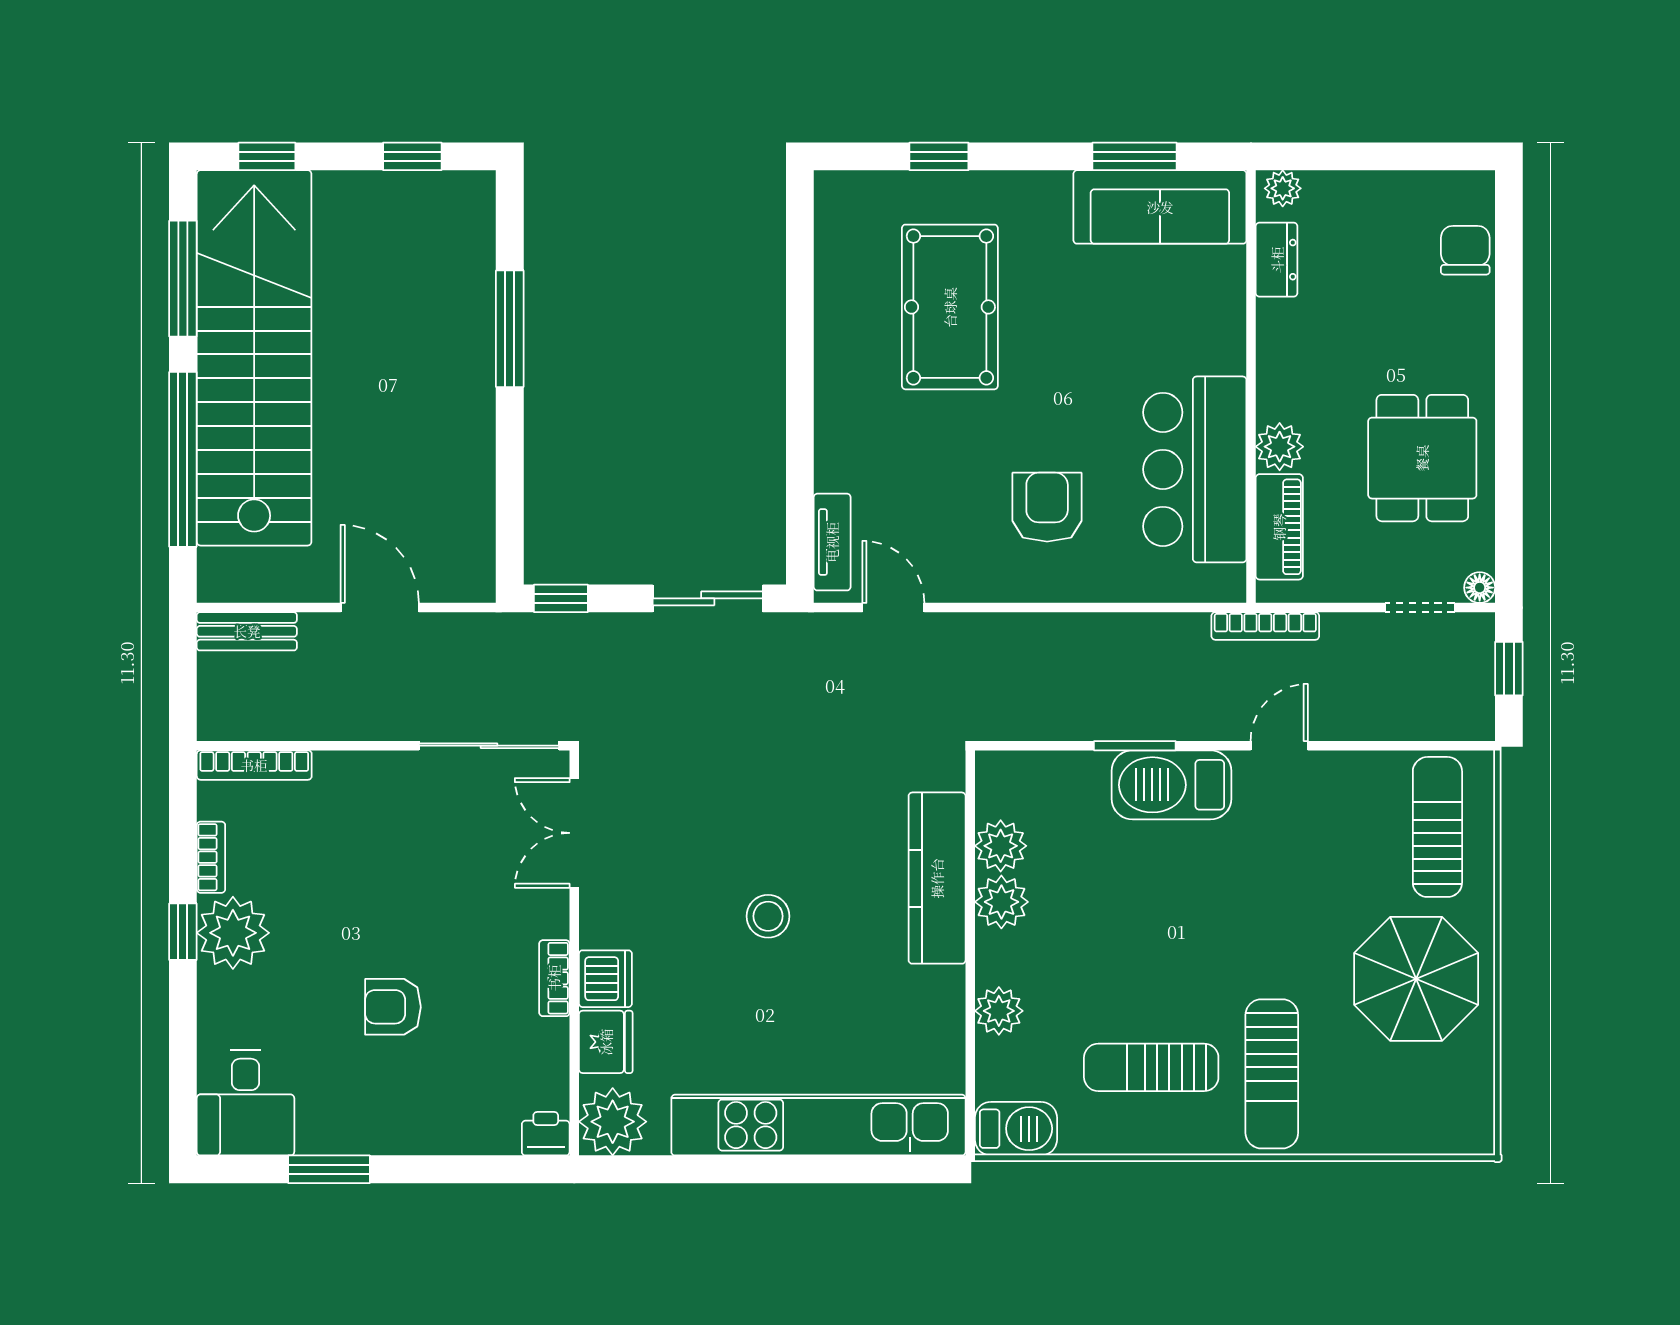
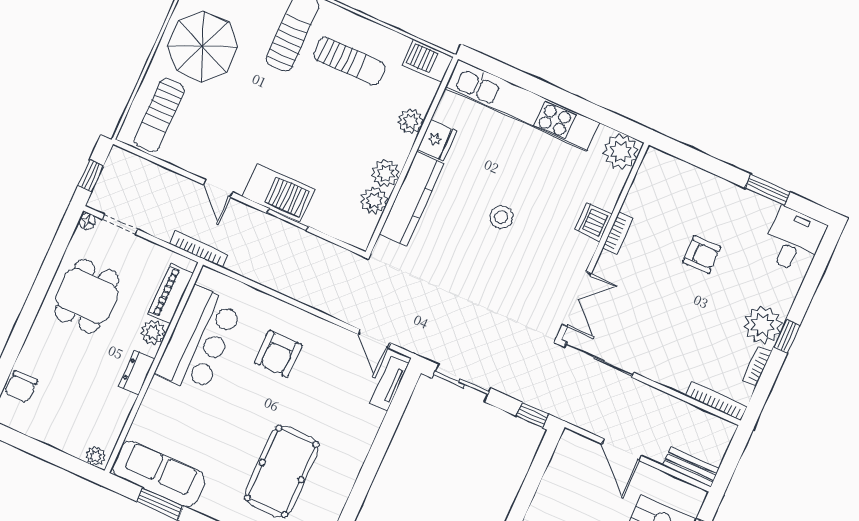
dresser: (1277, 260) -> (137, 373), moved
door: (1279, 746) -> (218, 188), hinge flipped
fridge: (606, 1042) -> (437, 140), moved, turned 180
printer: (546, 1134) -> (656, 160), removed

